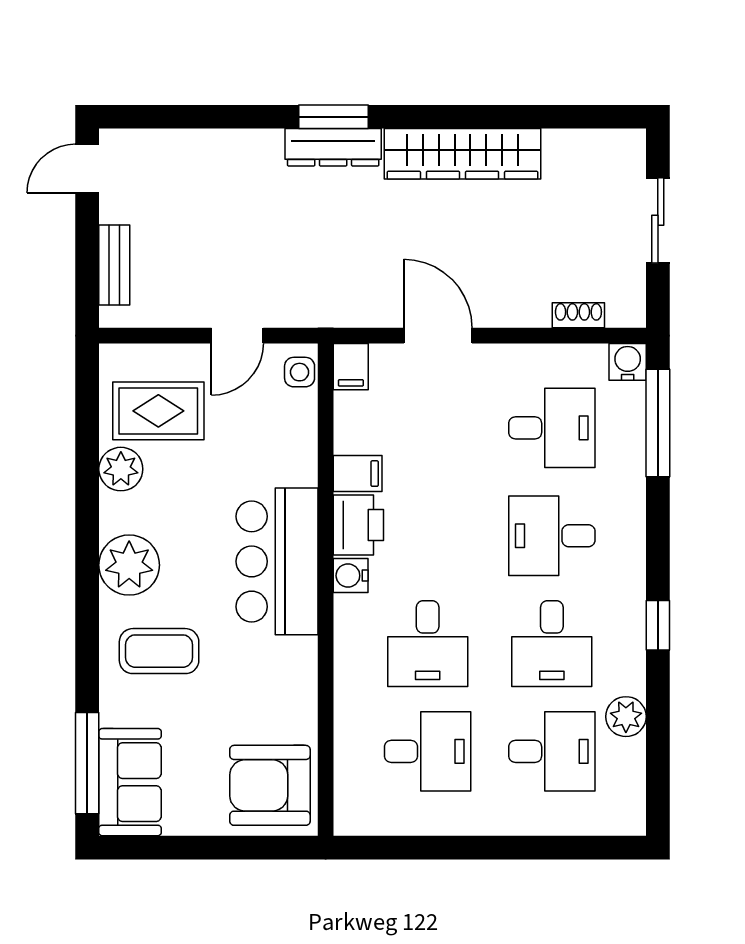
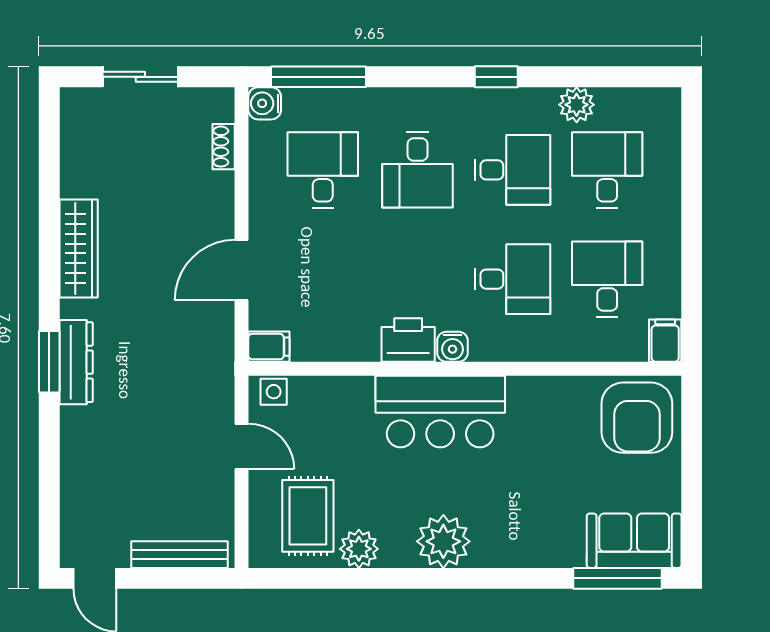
wardrobe: (463, 154) -> (79, 248), width x0.71, depth x0.85
bench: (114, 265) -> (180, 555), width x1.36
filing cabinet: (358, 474) -> (665, 341), moved
coffee table: (159, 651) -> (519, 515), removed

